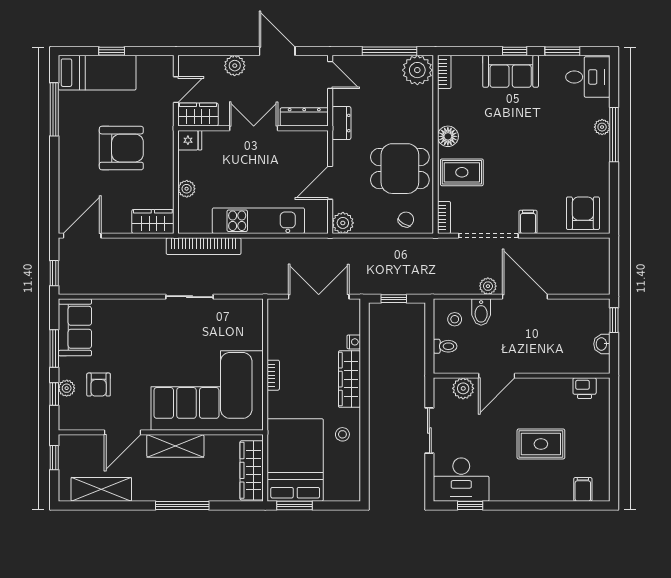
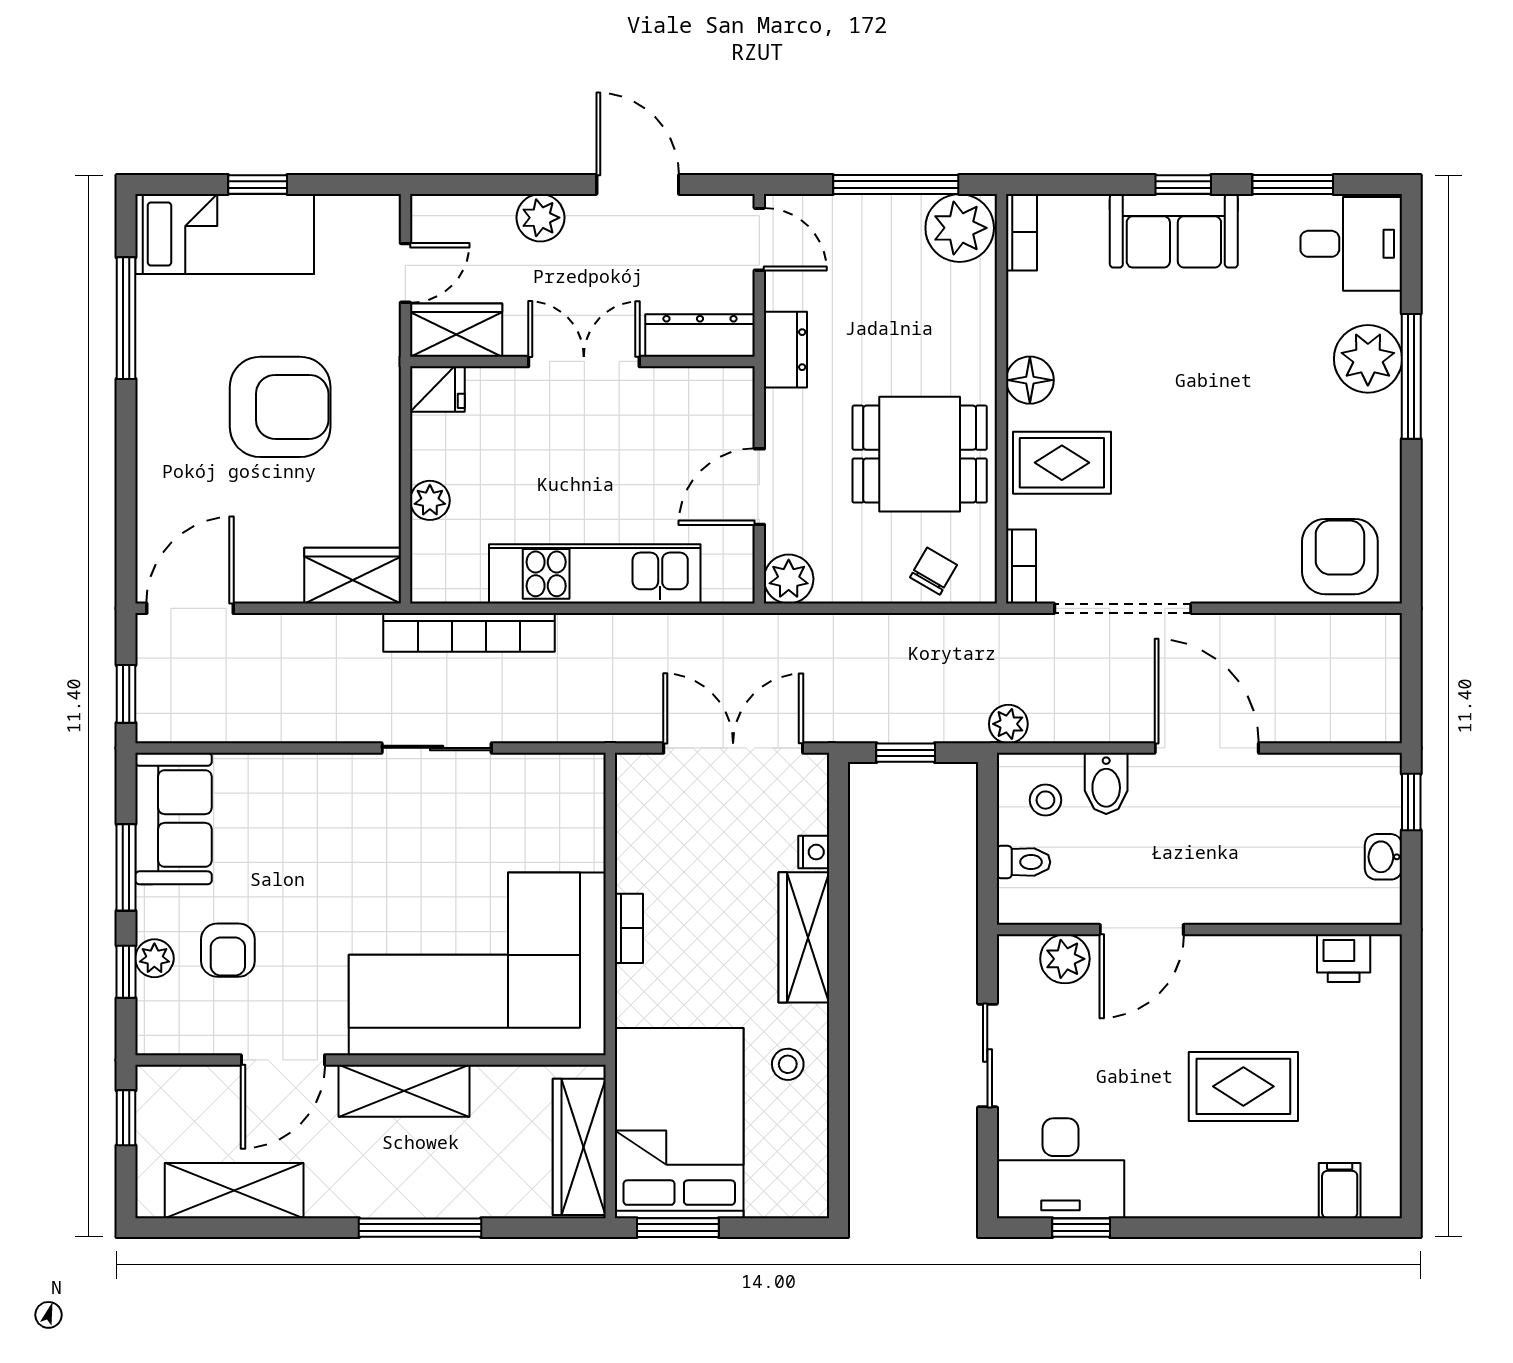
plant: (602, 127) -> (1368, 359), width x1.88, depth x1.88
filing cabinet: (528, 222) -> (1214, 576), removed
plant: (488, 286) -> (1008, 724), moved

